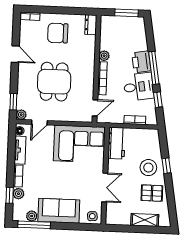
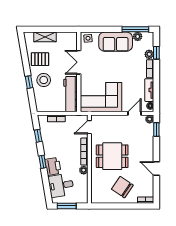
dresser: (91, 25) -> (96, 195), removed
chair: (58, 33) -> (122, 187), turned -146
window: (154, 68) -> (42, 162), width x0.46
dining table: (54, 82) -> (112, 156), moved, turned 90
desk: (139, 87) -> (61, 185), moved
workbench: (117, 143) -> (70, 94), width x1.38

